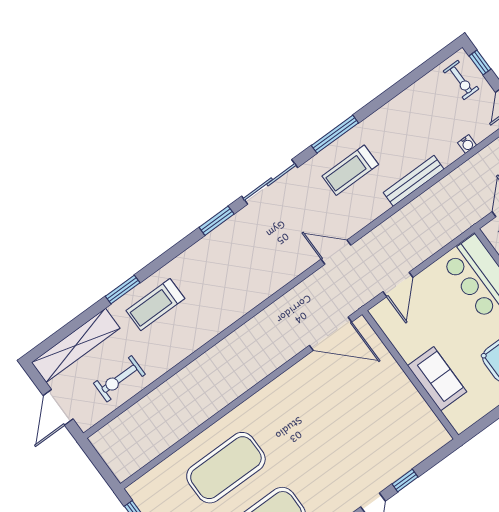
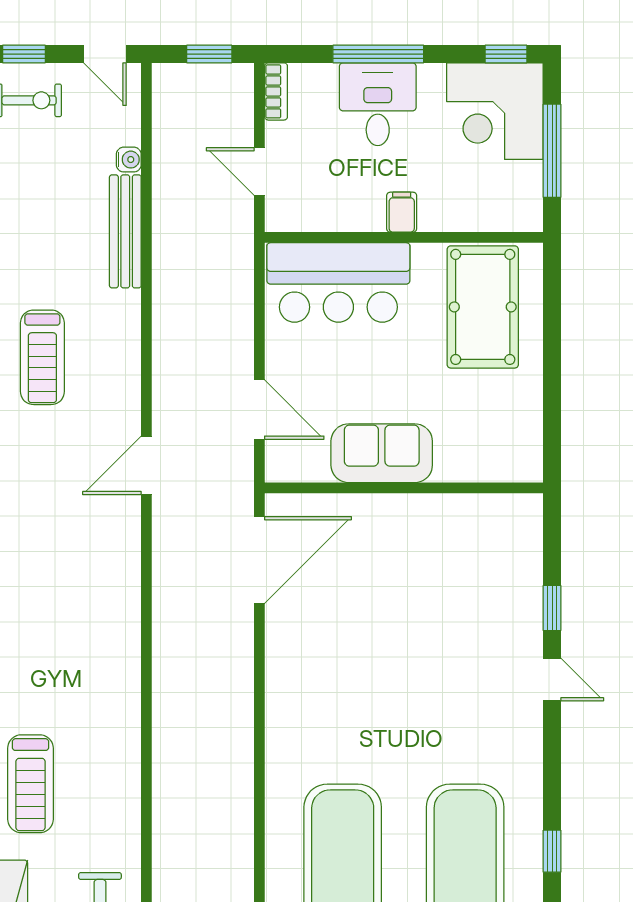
bench: (414, 181) -> (125, 231), moved
sofa: (437, 379) -> (382, 453), moved

